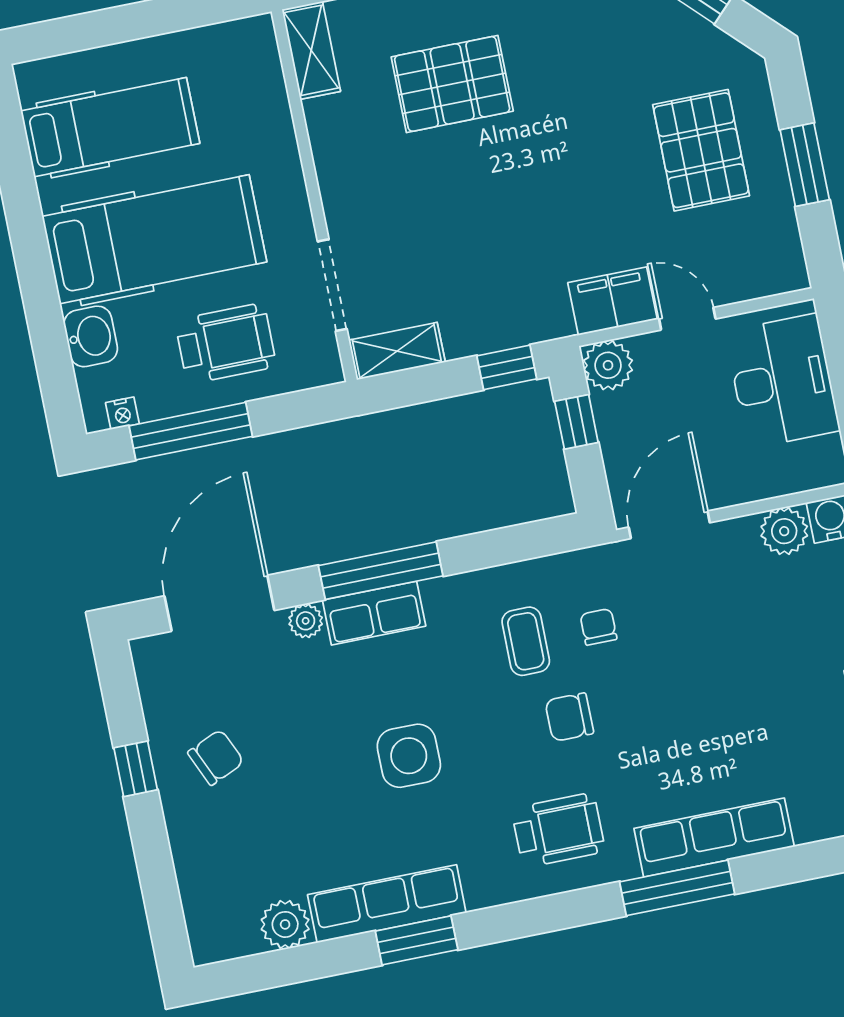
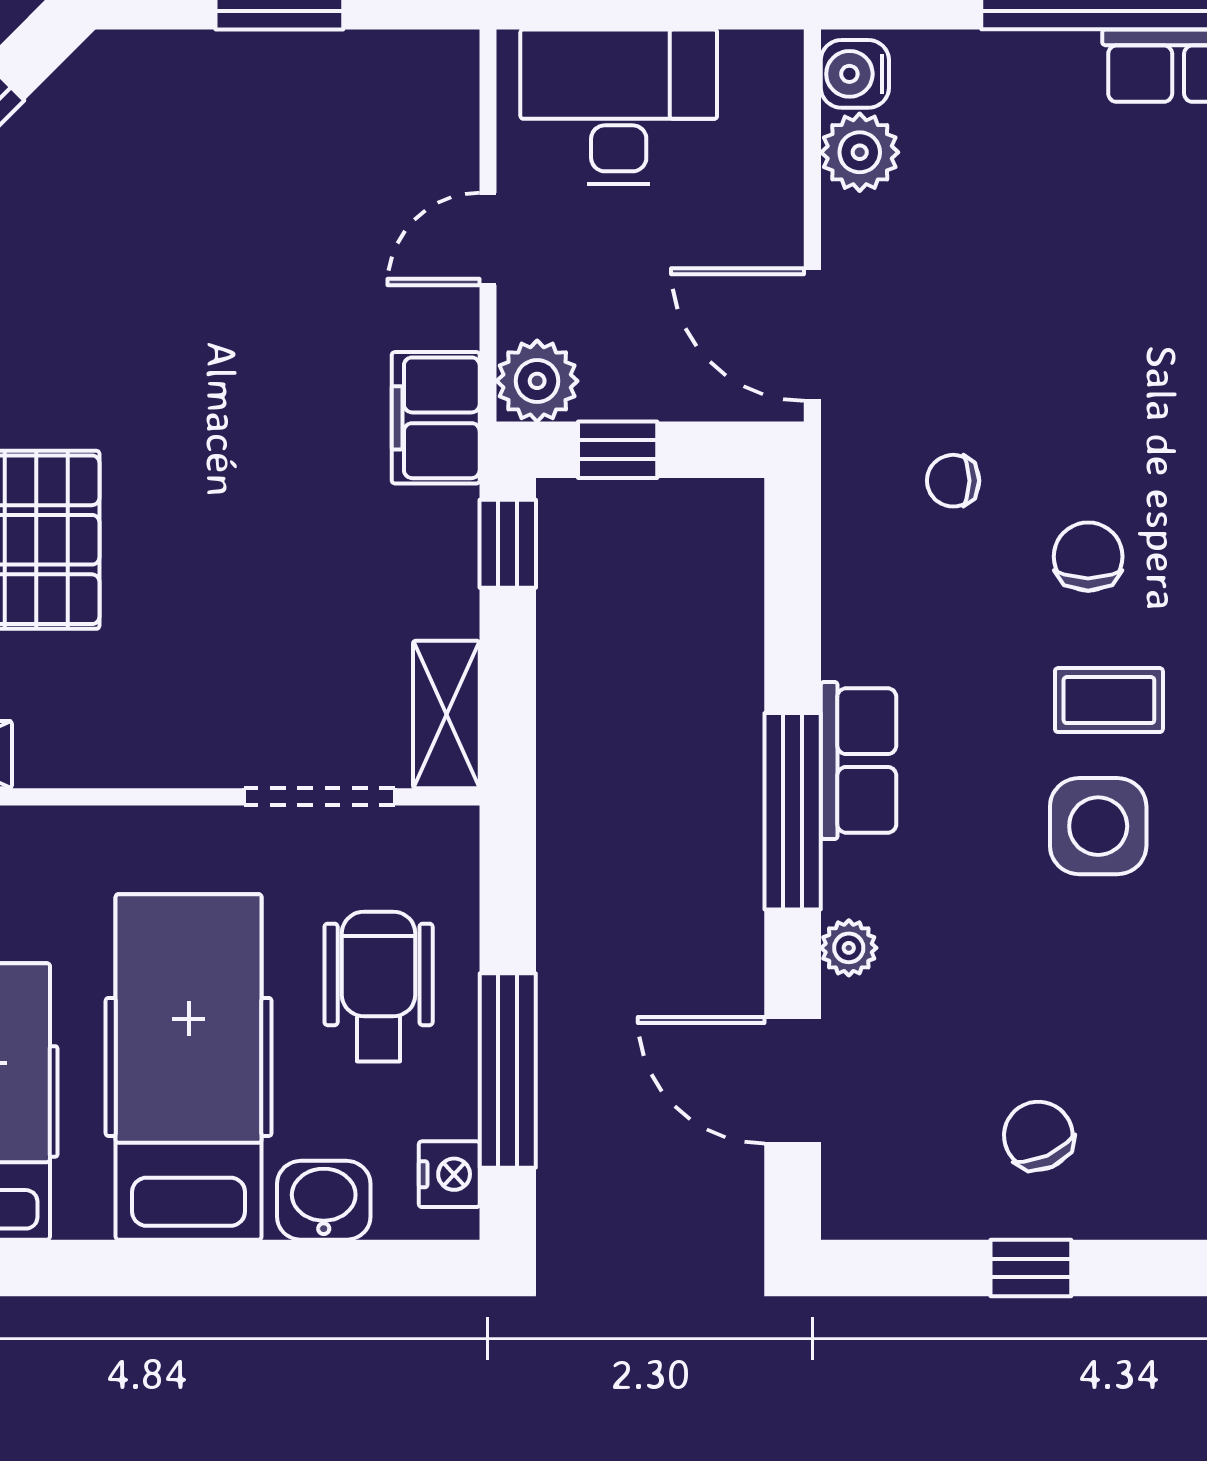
pallet: (701, 150) -> (223, 162), removed
filing cabinet: (612, 301) -> (436, 418), moved
nightstand: (122, 413) -> (449, 1174), width x1.39, depth x1.35
door: (219, 603) -> (793, 1080), width x0.73
row of seats: (374, 613) -> (859, 761), moved
coffee table: (526, 641) -> (1109, 700), moved
chair: (569, 717) -> (1088, 557), turned 180

